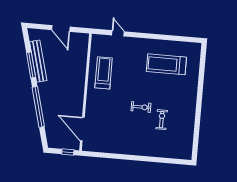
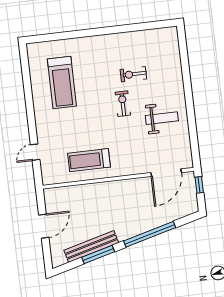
weight bench: (124, 134) -> (162, 118), added

